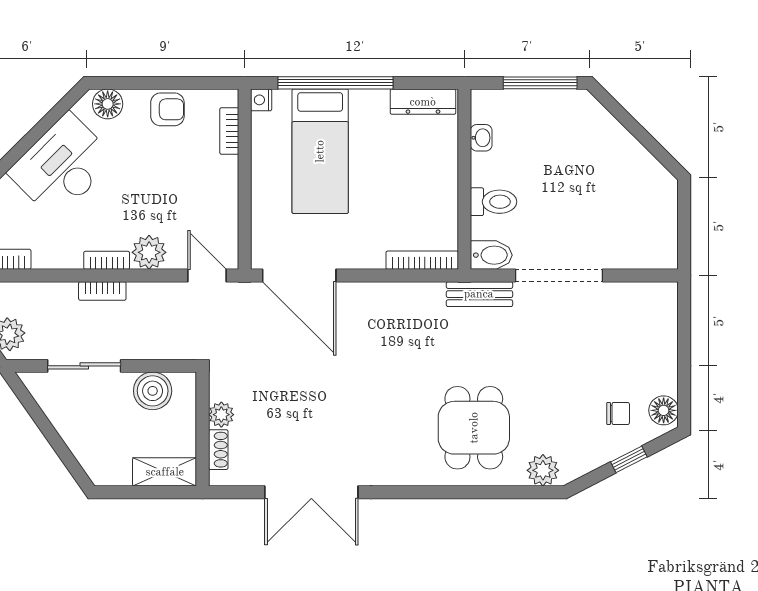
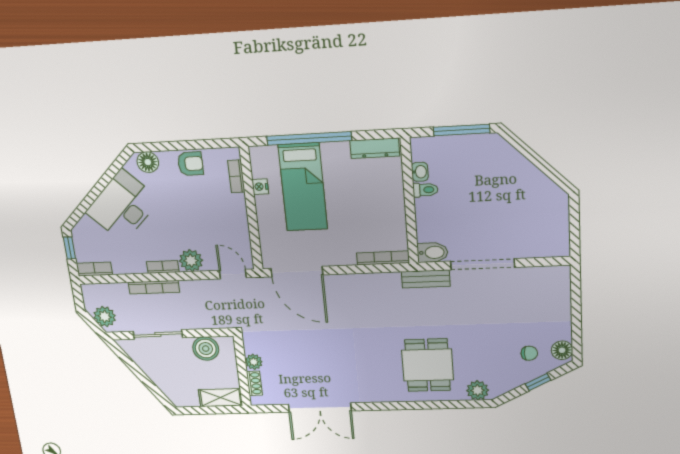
nightstand: (261, 100) -> (260, 187), moved
toilet: (494, 202) -> (425, 190), moved, width x0.73, depth x0.72
bookcase: (102, 291) -> (154, 287), width x1.56

